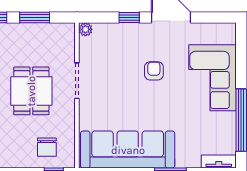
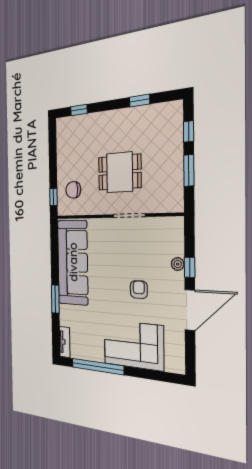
plant: (85, 29) -> (178, 264), moved
armchair: (154, 71) -> (139, 290), turned -90

